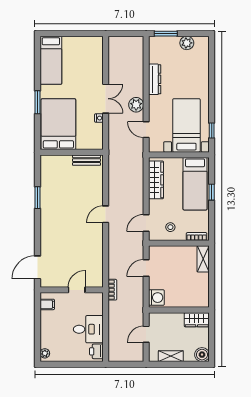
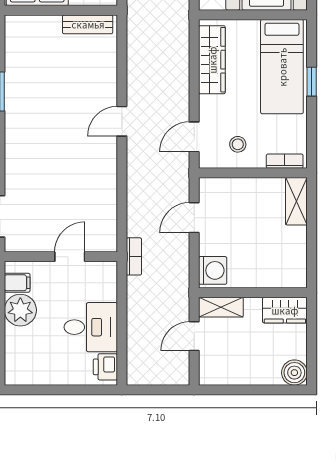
plant: (45, 353) -> (20, 310), moved, width x1.88, depth x1.88
shelving: (171, 356) -> (221, 307), moved

